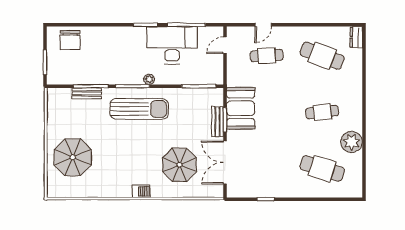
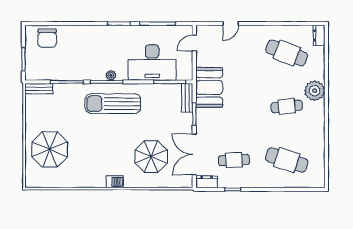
desk: (172, 45) -> (152, 62), moved, turned 180
cafe table: (267, 56) -> (234, 160), moved
plant: (149, 79) -> (111, 75), moved
bench: (87, 93) -> (39, 89), moved
booth: (241, 108) -> (209, 87), moved
sun lounger: (139, 109) -> (113, 104), turned 180
bench: (217, 122) -> (187, 98), moved
plant: (352, 142) -> (315, 91), moved
dresser: (238, 191) -> (207, 182), added

